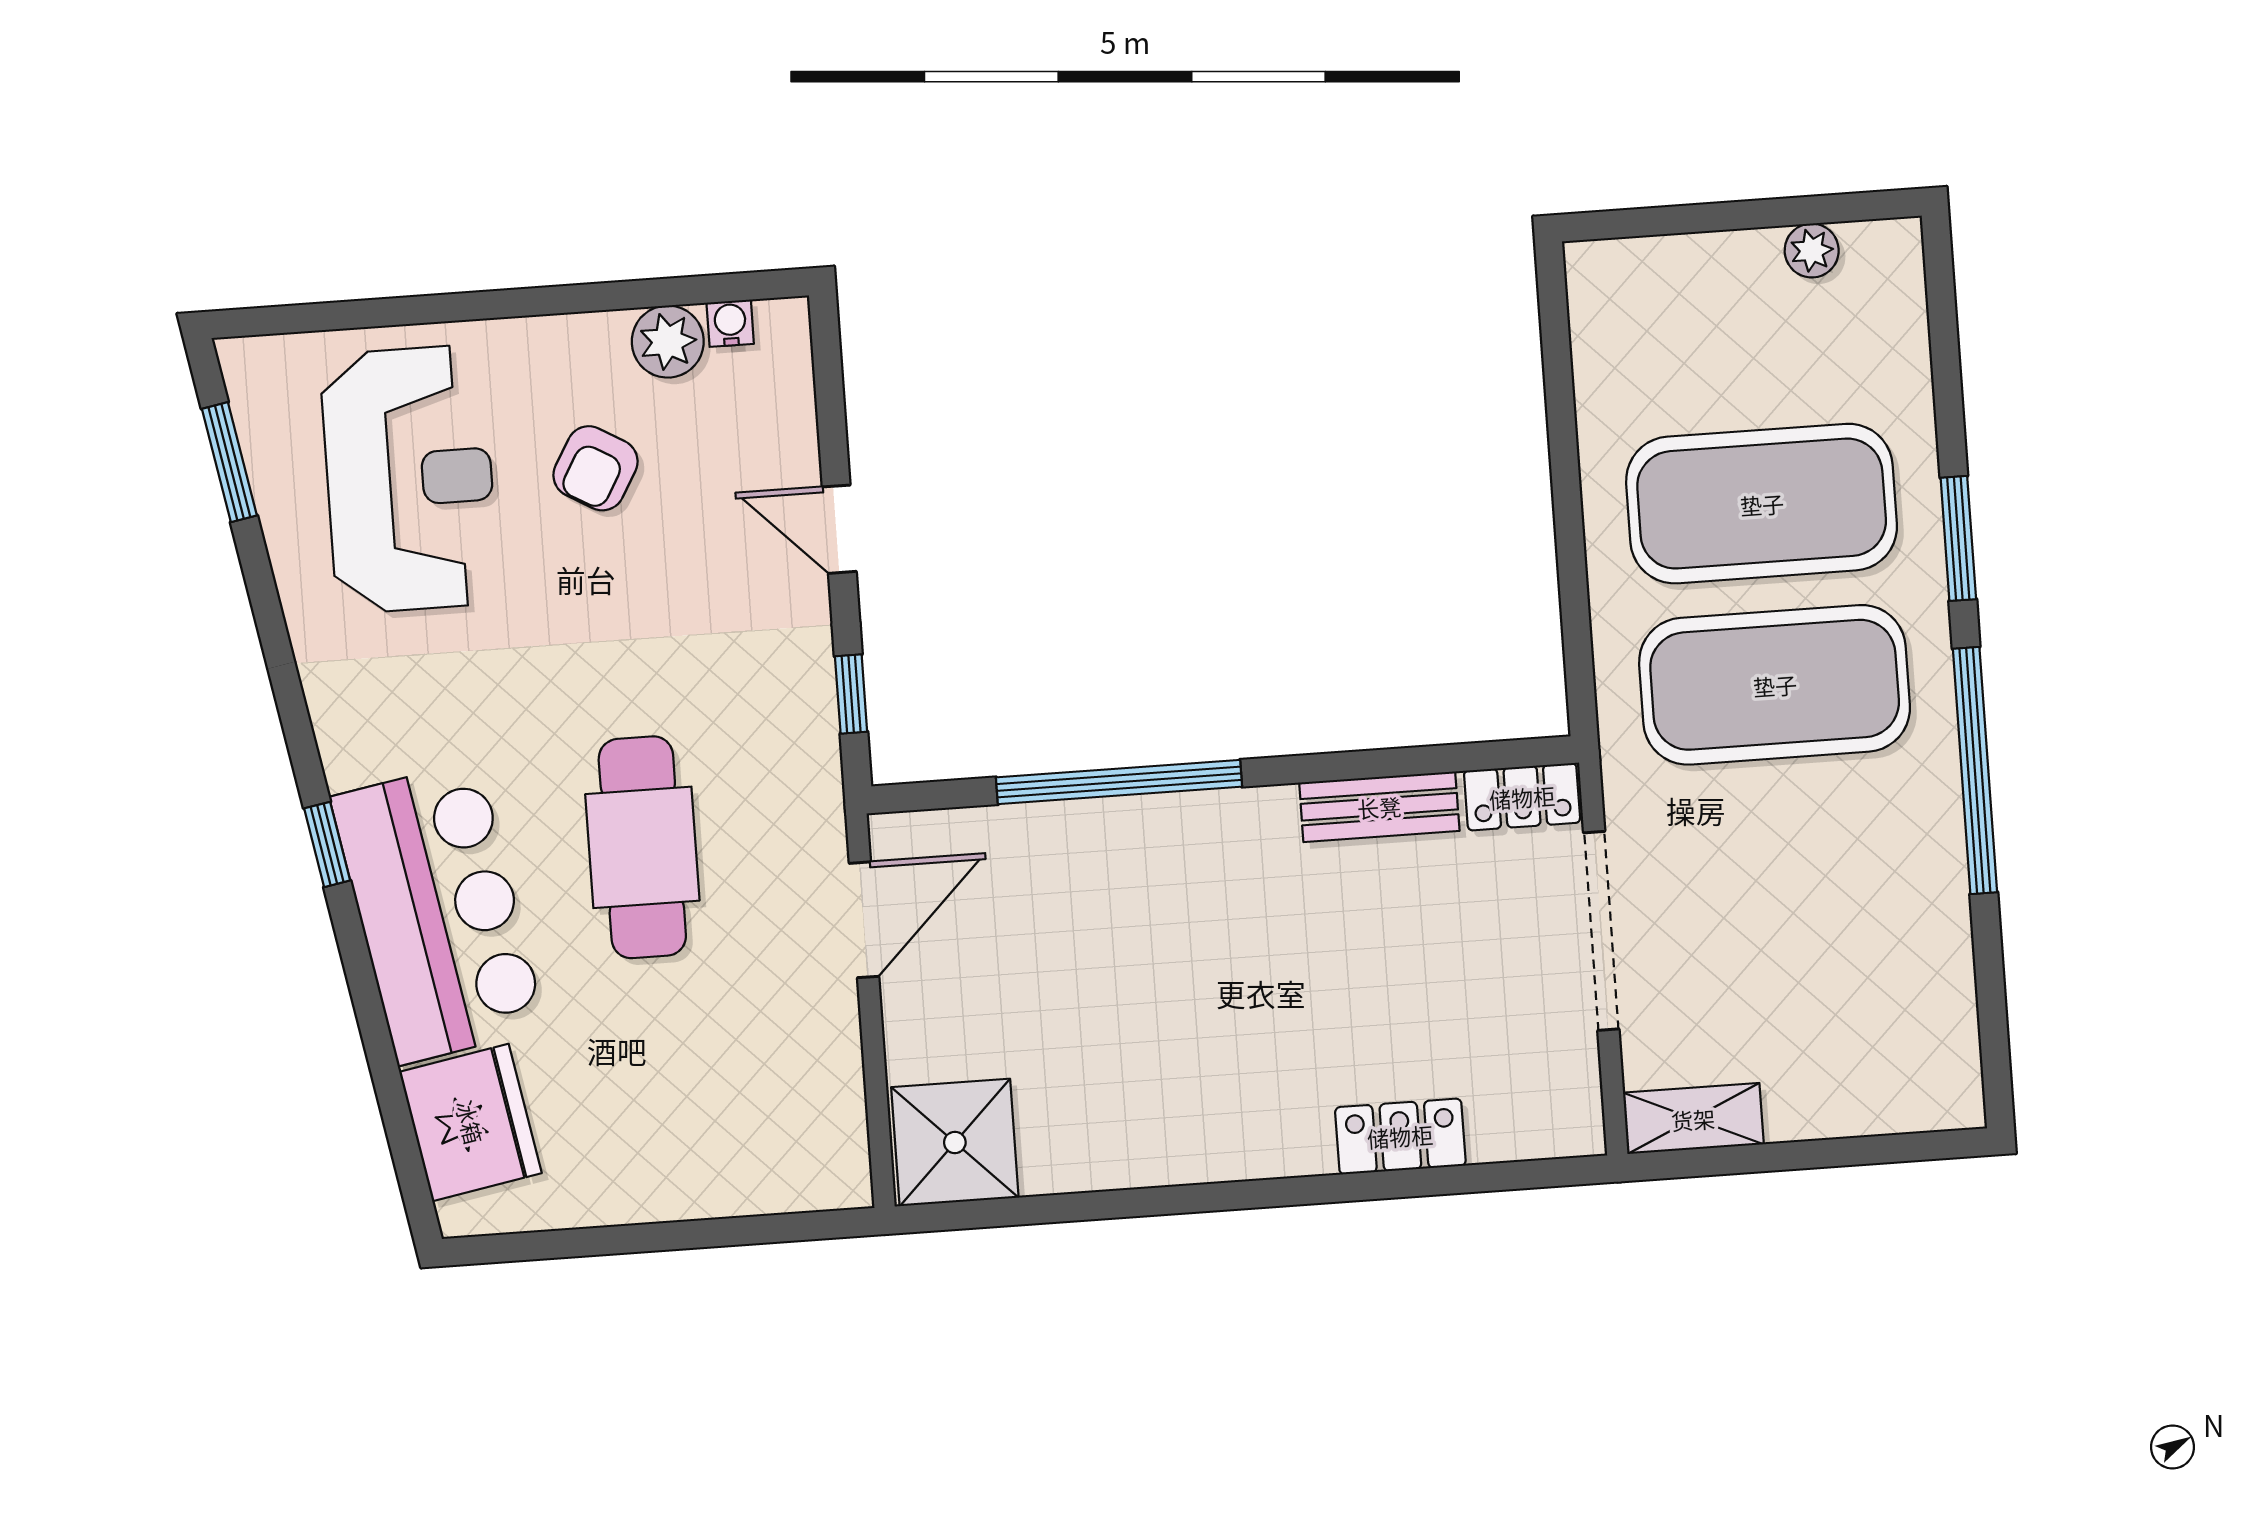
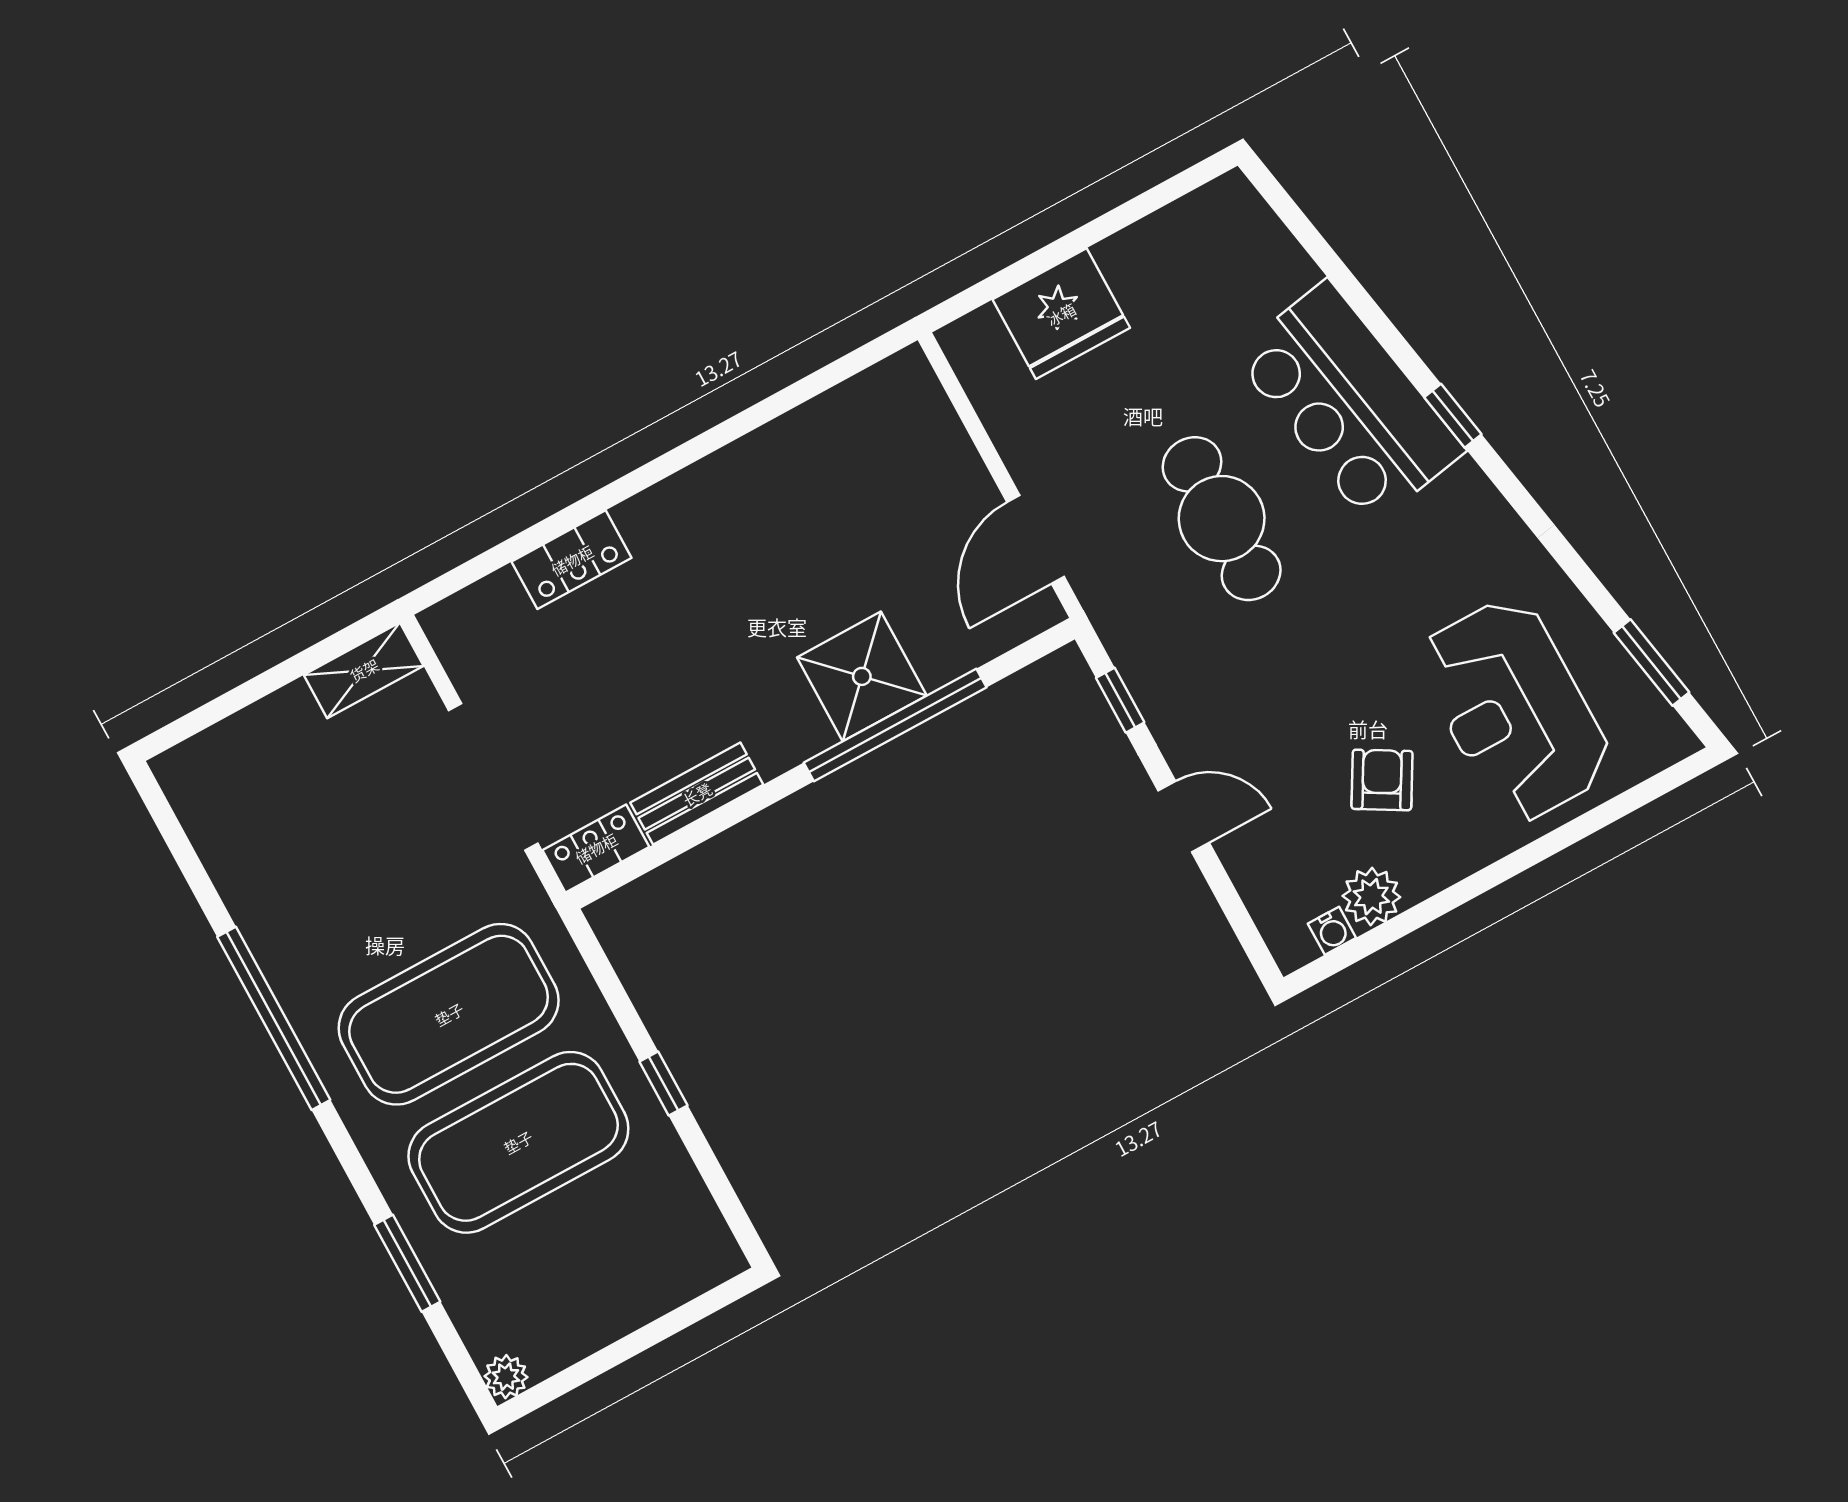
plant: (1812, 251) -> (506, 1377), moved
window: (1567, 495) -> (663, 1083), added
window: (1958, 538) -> (407, 1263), moved
fridge: (470, 1122) -> (1061, 314), moved, turned -80
shower: (955, 1142) -> (862, 676), moved

